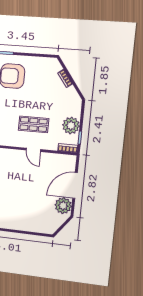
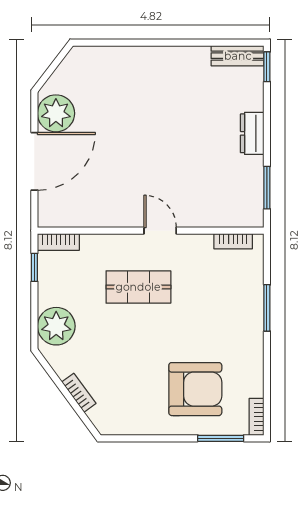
plant: (71, 126) -> (56, 326), moved
door: (33, 150) -> (160, 231), moved

